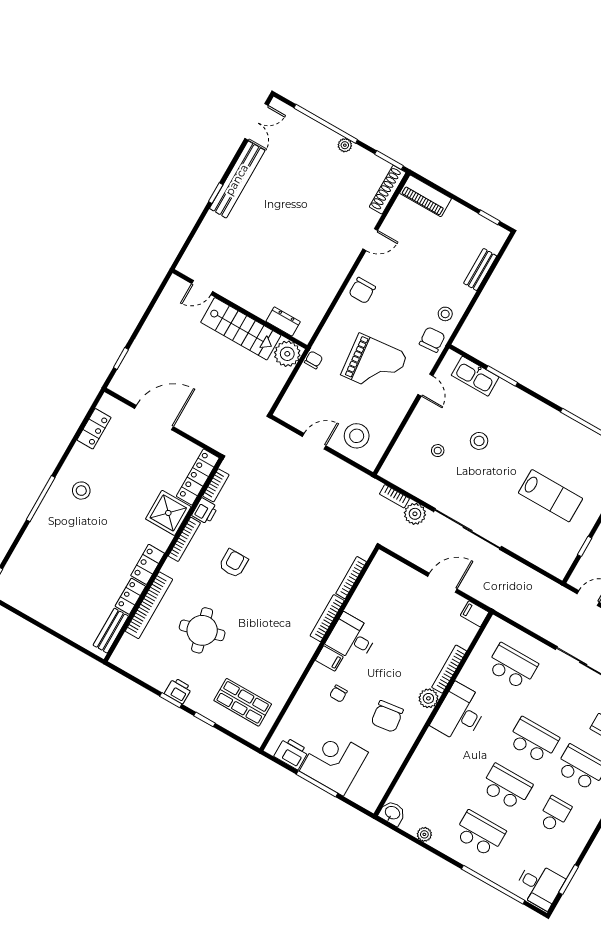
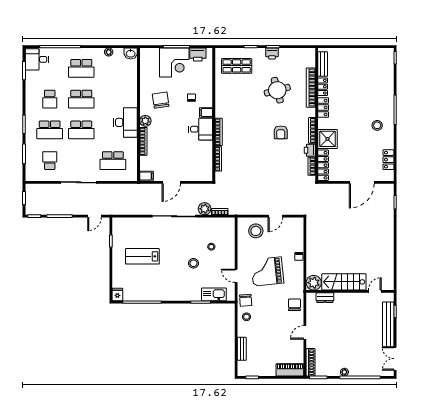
door: (202, 287) -> (375, 291), moved
wall: (240, 309) -> (350, 291), moved
dresser: (283, 321) -> (325, 298), moved
stairs: (241, 329) -> (344, 282), moved
plant: (287, 354) -> (314, 283), moved

